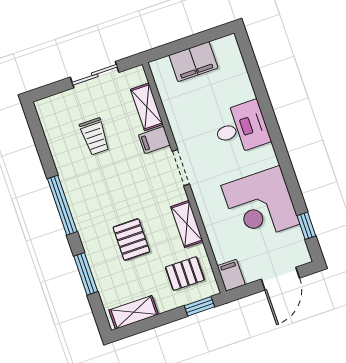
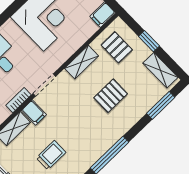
bookcase: (177, 129) -> (18, 100), added
window: (86, 274) -> (161, 105), moved
window: (199, 306) -> (149, 41), moved

